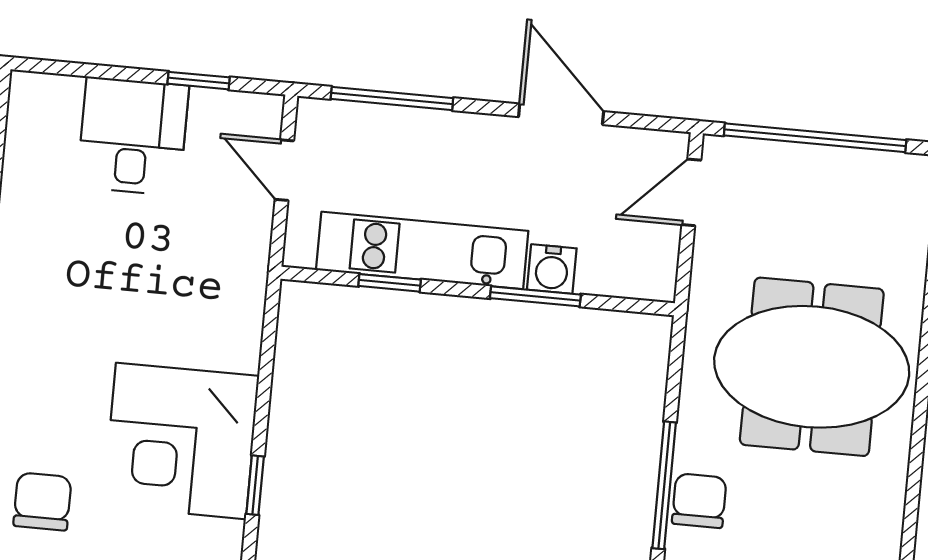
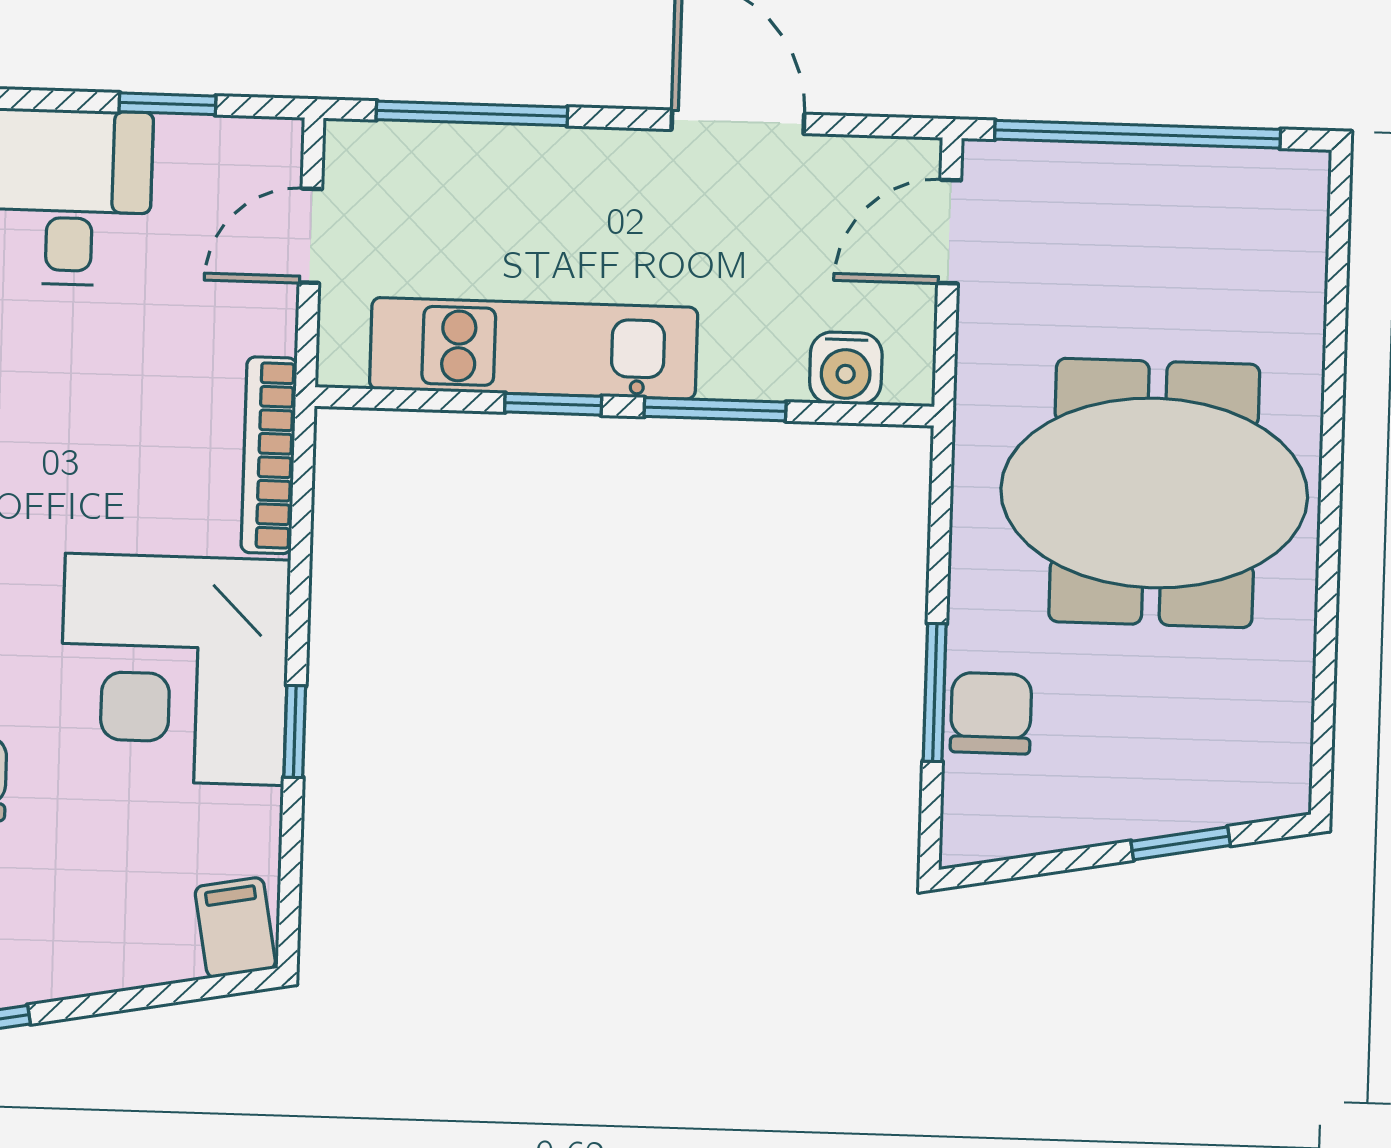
door: (284, 170) -> (310, 236), hinge flipped
water cooler: (552, 269) -> (846, 368), moved
window: (390, 283) -> (553, 404), moved
bookcase: (249, 308) -> (269, 455), added
window: (664, 485) -> (935, 692), width x0.69

